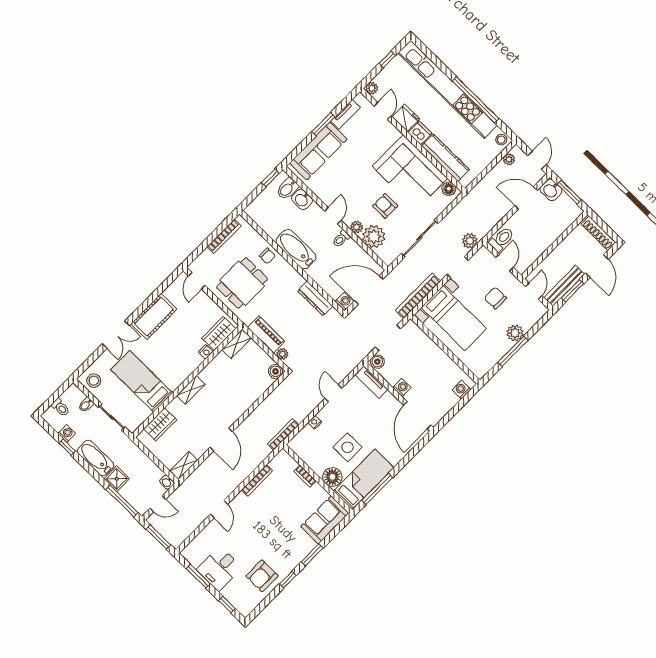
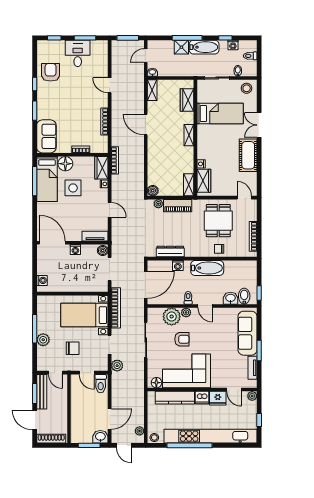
washing machine: (345, 302) -> (178, 265), moved
wardrobe: (302, 440) -> (101, 168), added
window: (122, 501) -> (187, 38), moved

